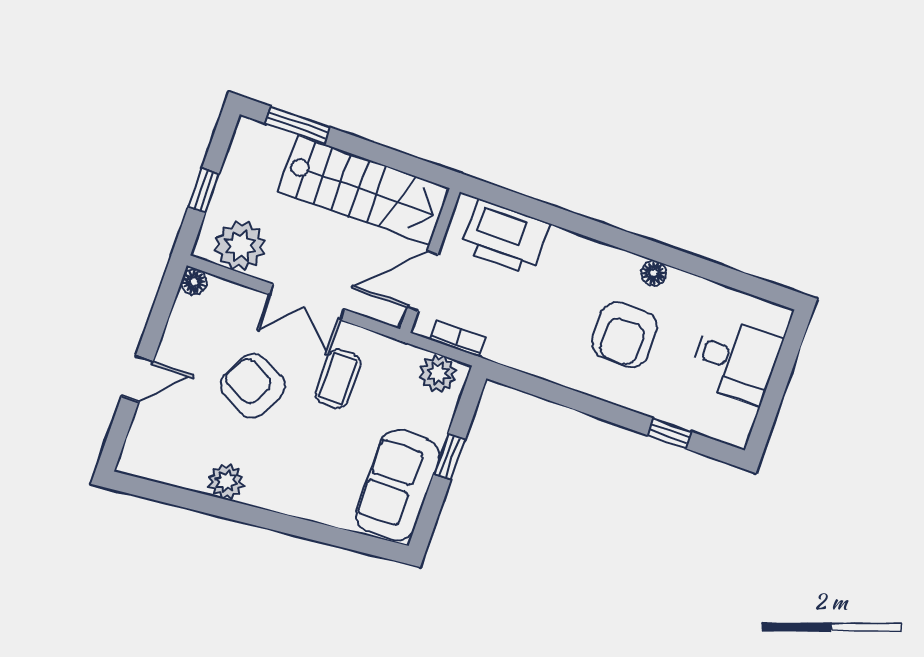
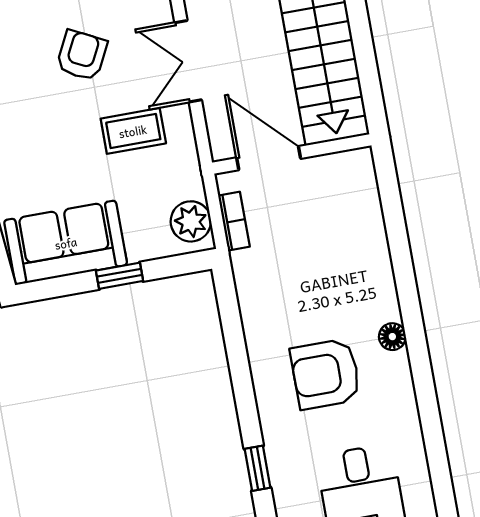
printer: (505, 237) -> (354, 211), removed
floor lamp: (654, 273) -> (392, 337), moved
armchair: (253, 386) -> (82, 55), width x0.72, depth x0.72

